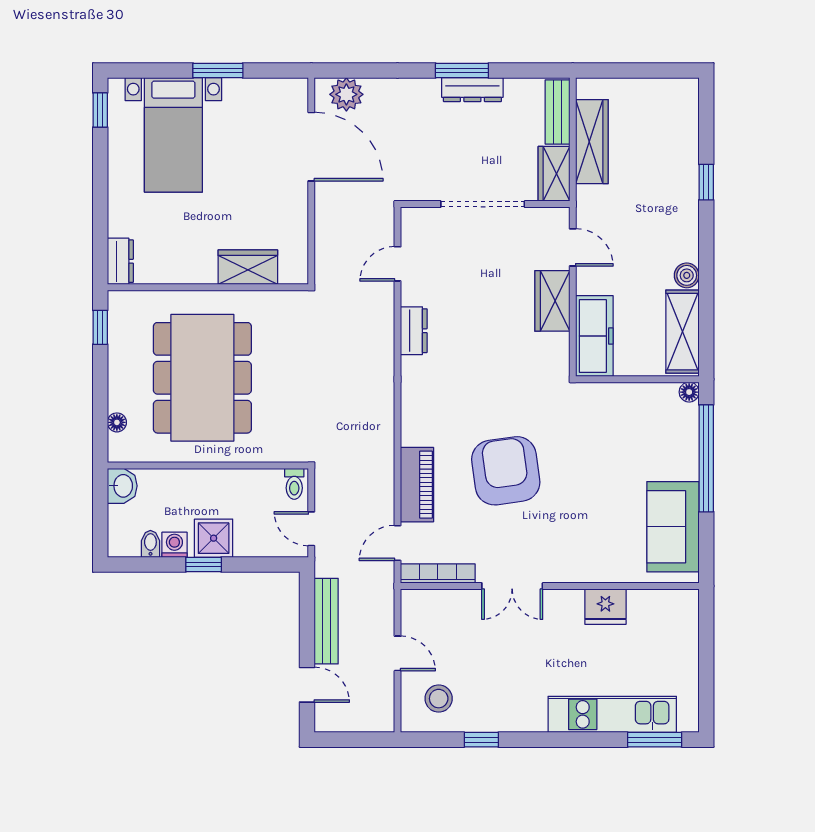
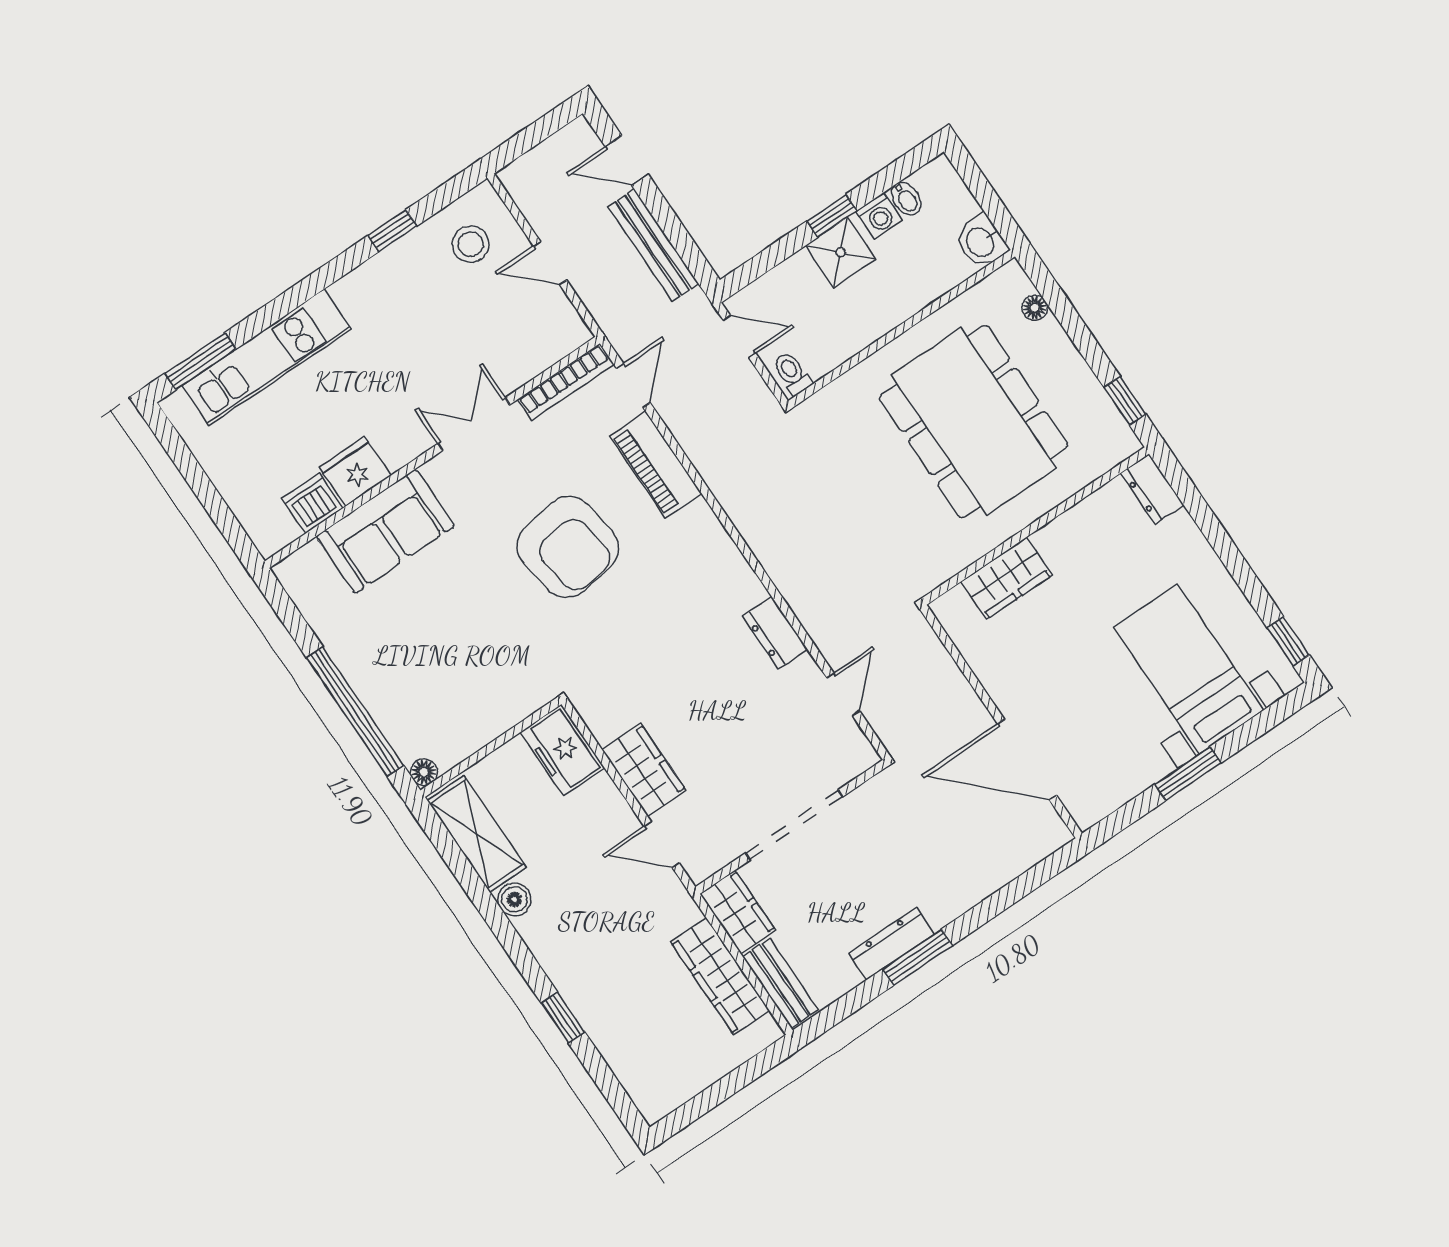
plant: (346, 94) -> (1027, 844), removed
freezer: (594, 336) -> (562, 750), width x0.71
sofa: (673, 527) -> (385, 531), moved, turned 90
dishwasher: (645, 605) -> (312, 504), added

